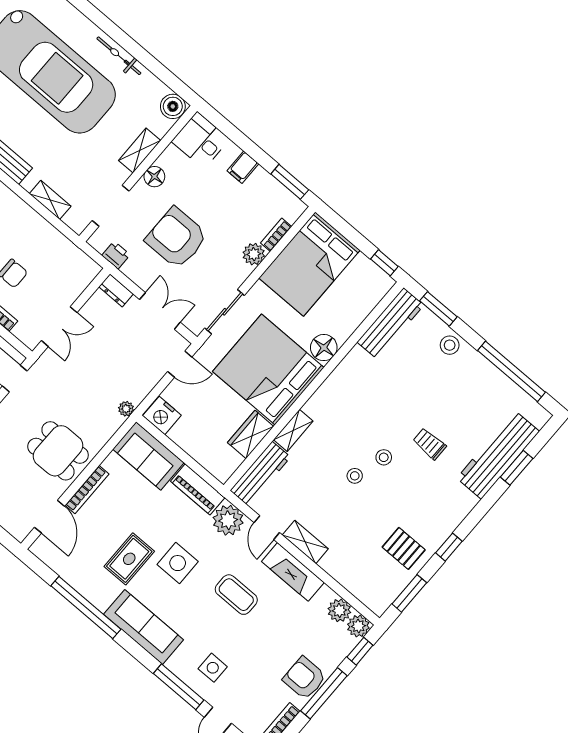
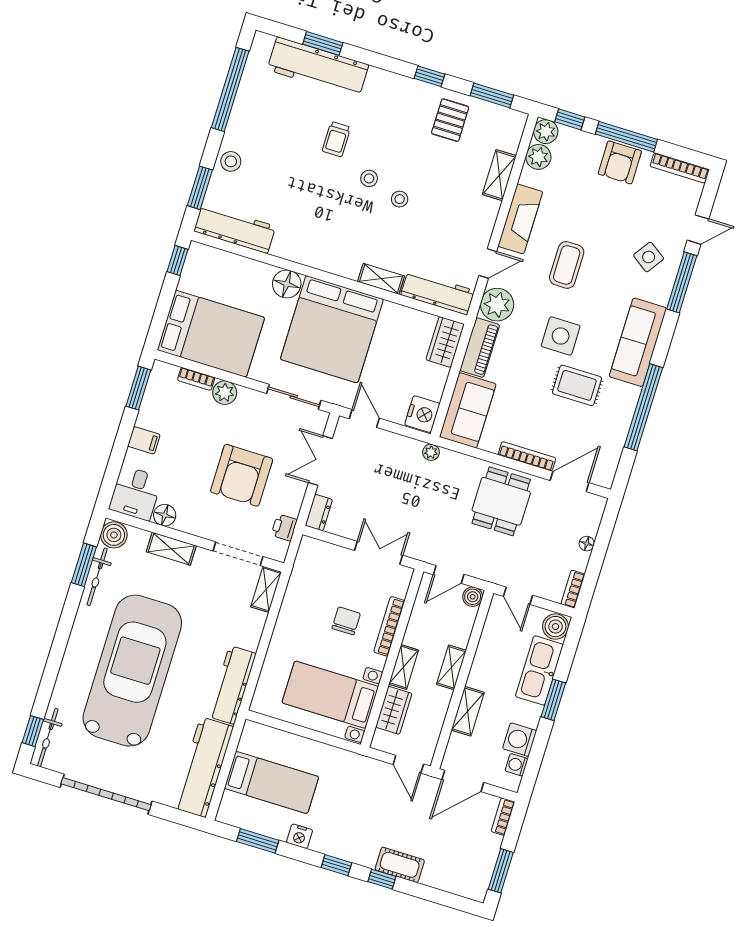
bicycle: (119, 56) -> (97, 577), moved
window: (158, 70) -> (84, 565), added
floor lamp: (154, 177) -> (165, 515), moved
shelving: (50, 200) -> (266, 589), moved
wardrobe: (251, 434) -> (445, 342), moved, turned 90
shelving: (305, 542) -> (499, 175), moved
side table: (213, 668) -> (649, 257), turned 35

